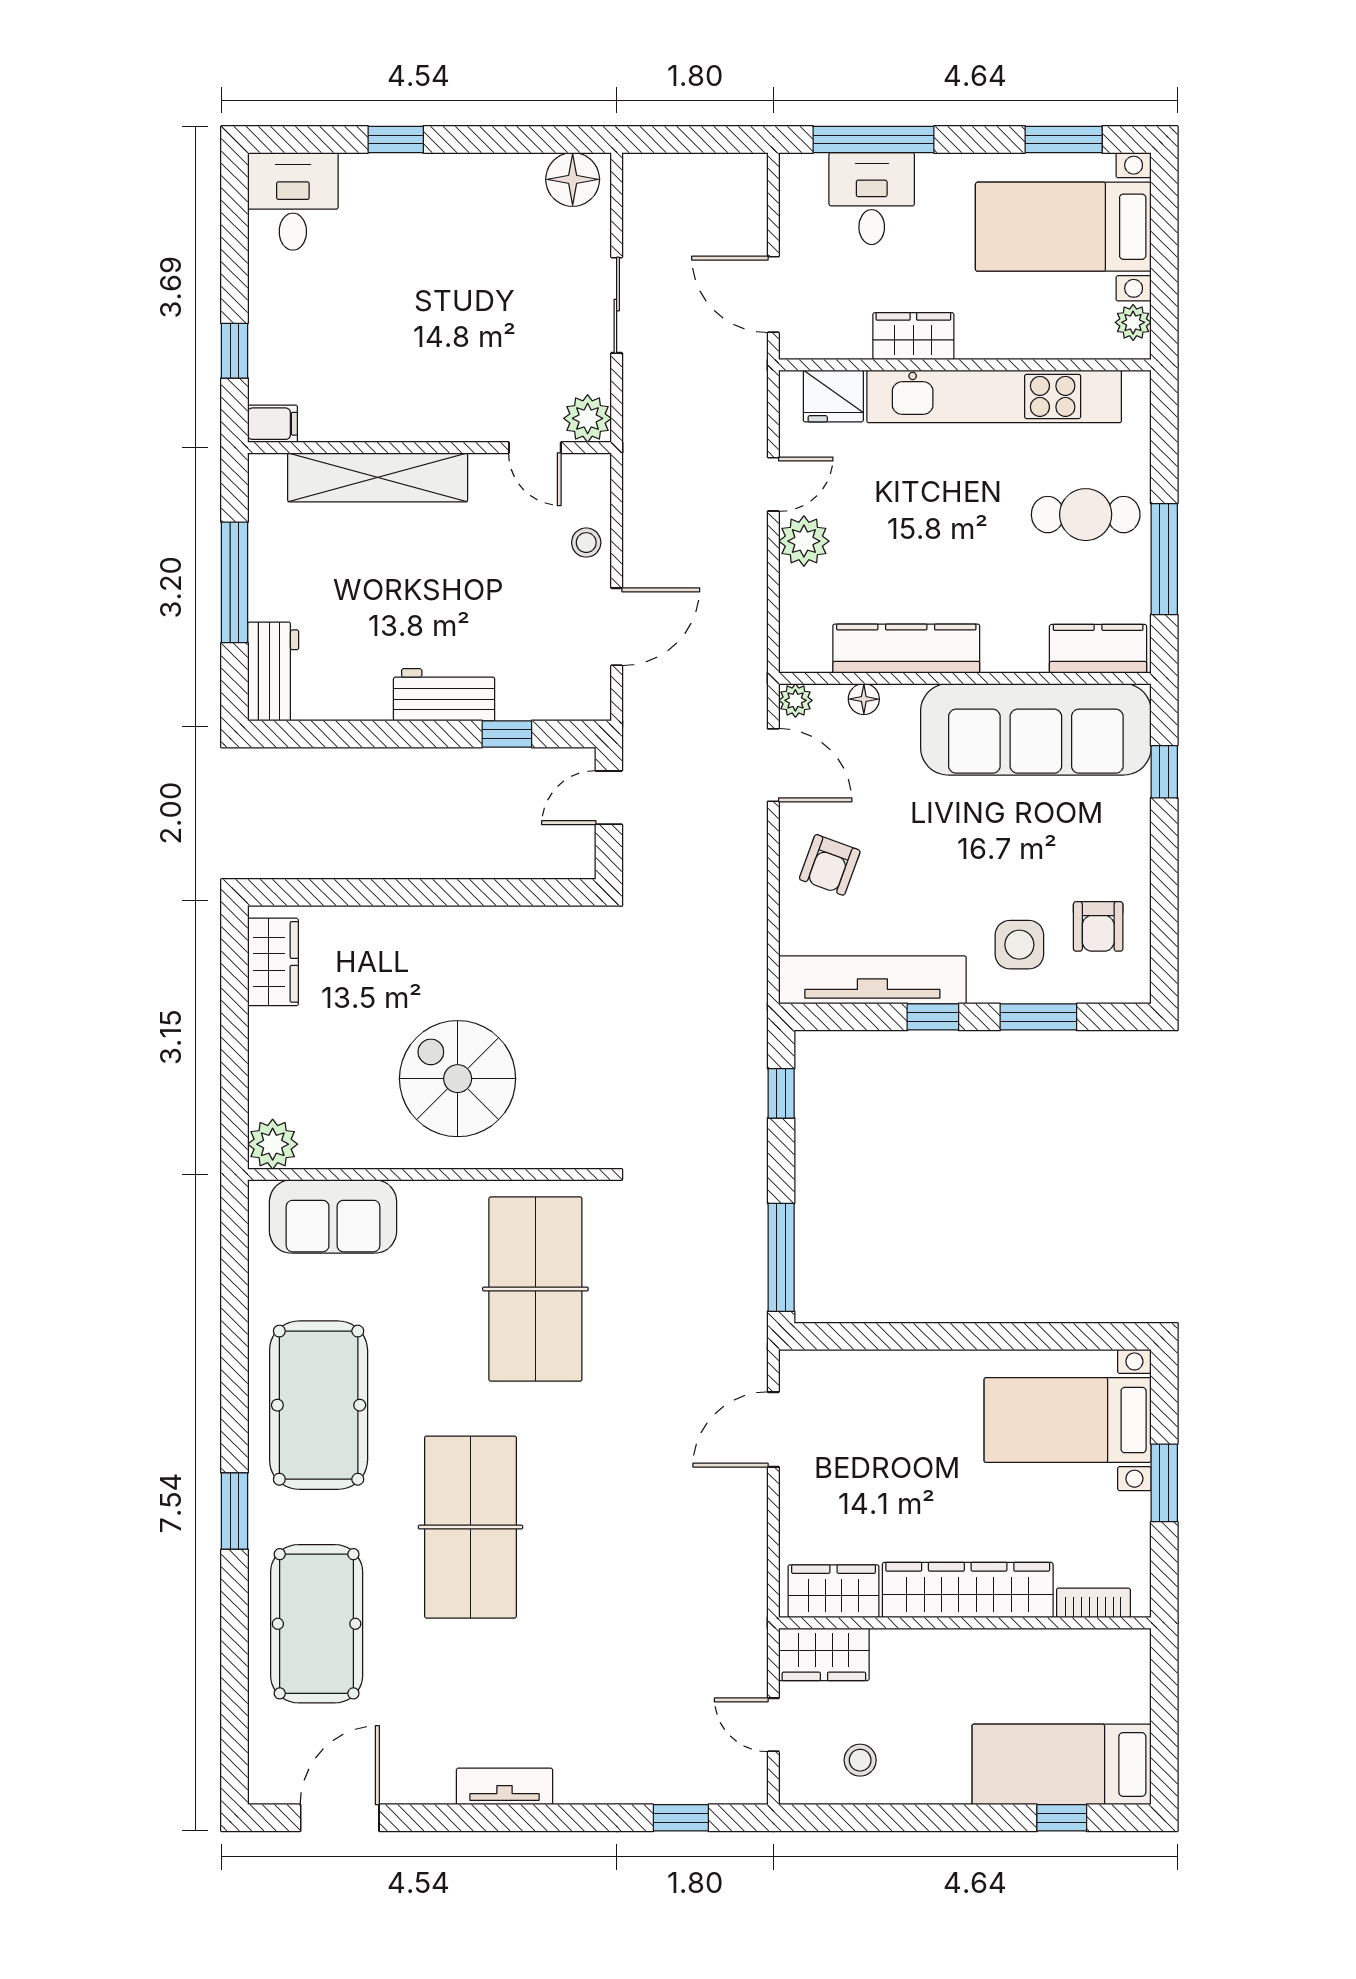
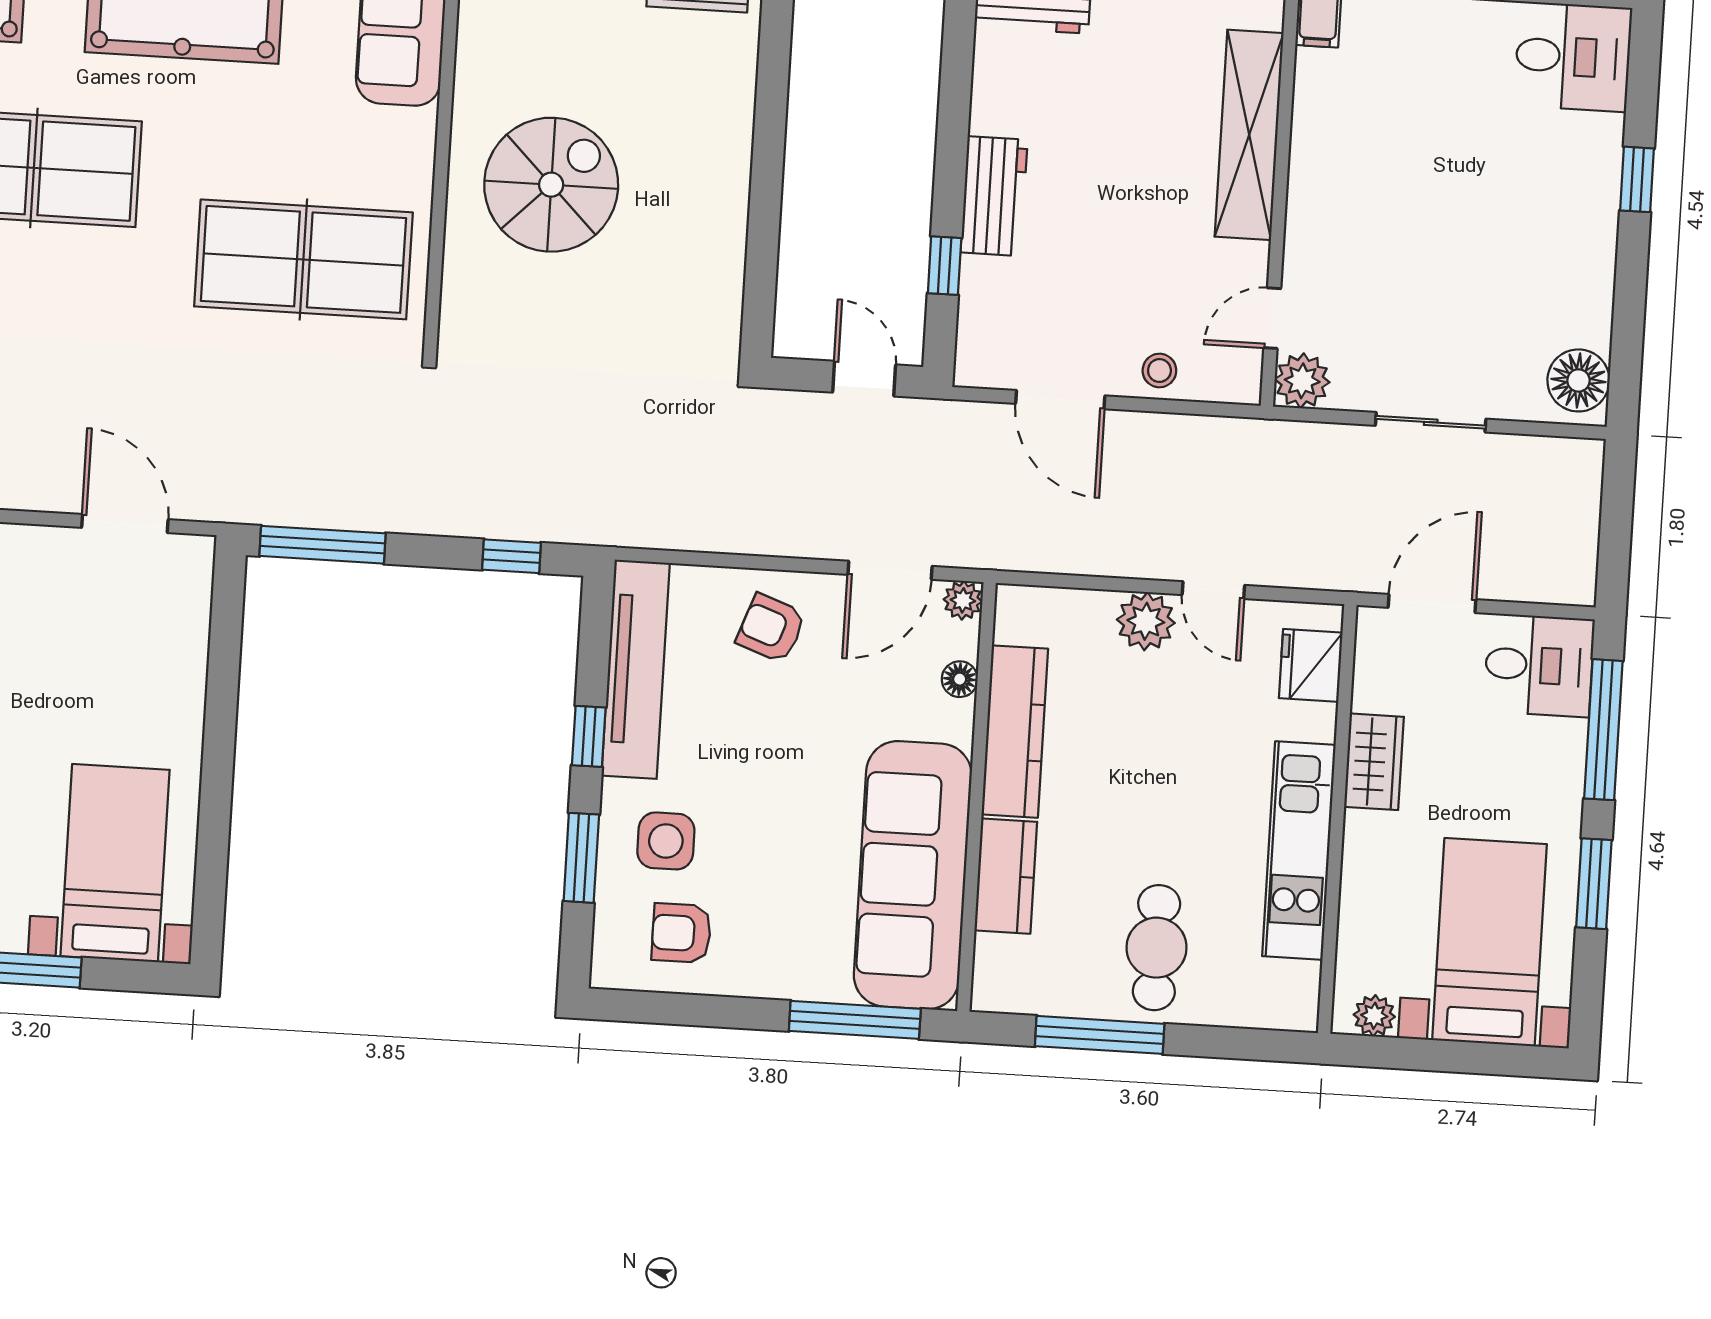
window: (1064, 139) -> (1594, 884), moved
desk: (872, 199) -> (1539, 665), moved
kitchen unit: (994, 396) -> (1299, 850), width x0.73
kitchen counter: (1098, 649) -> (1006, 876), moved
window: (1164, 772) -> (855, 1020), width x2.17

